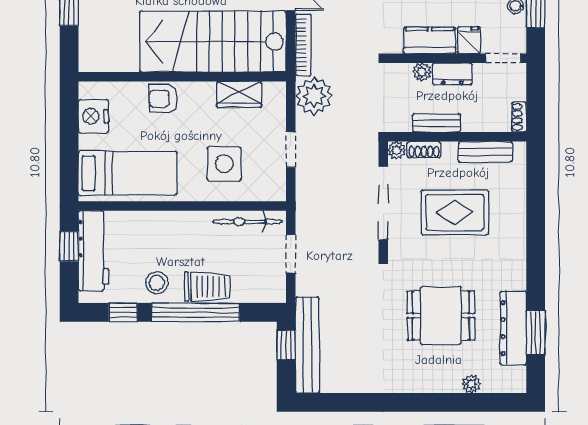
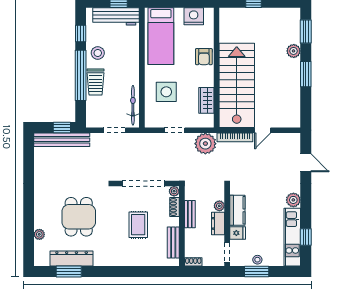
armchair: (163, 99) -> (204, 57), turned 180
rug: (455, 212) -> (138, 225), width x0.73, depth x0.70

